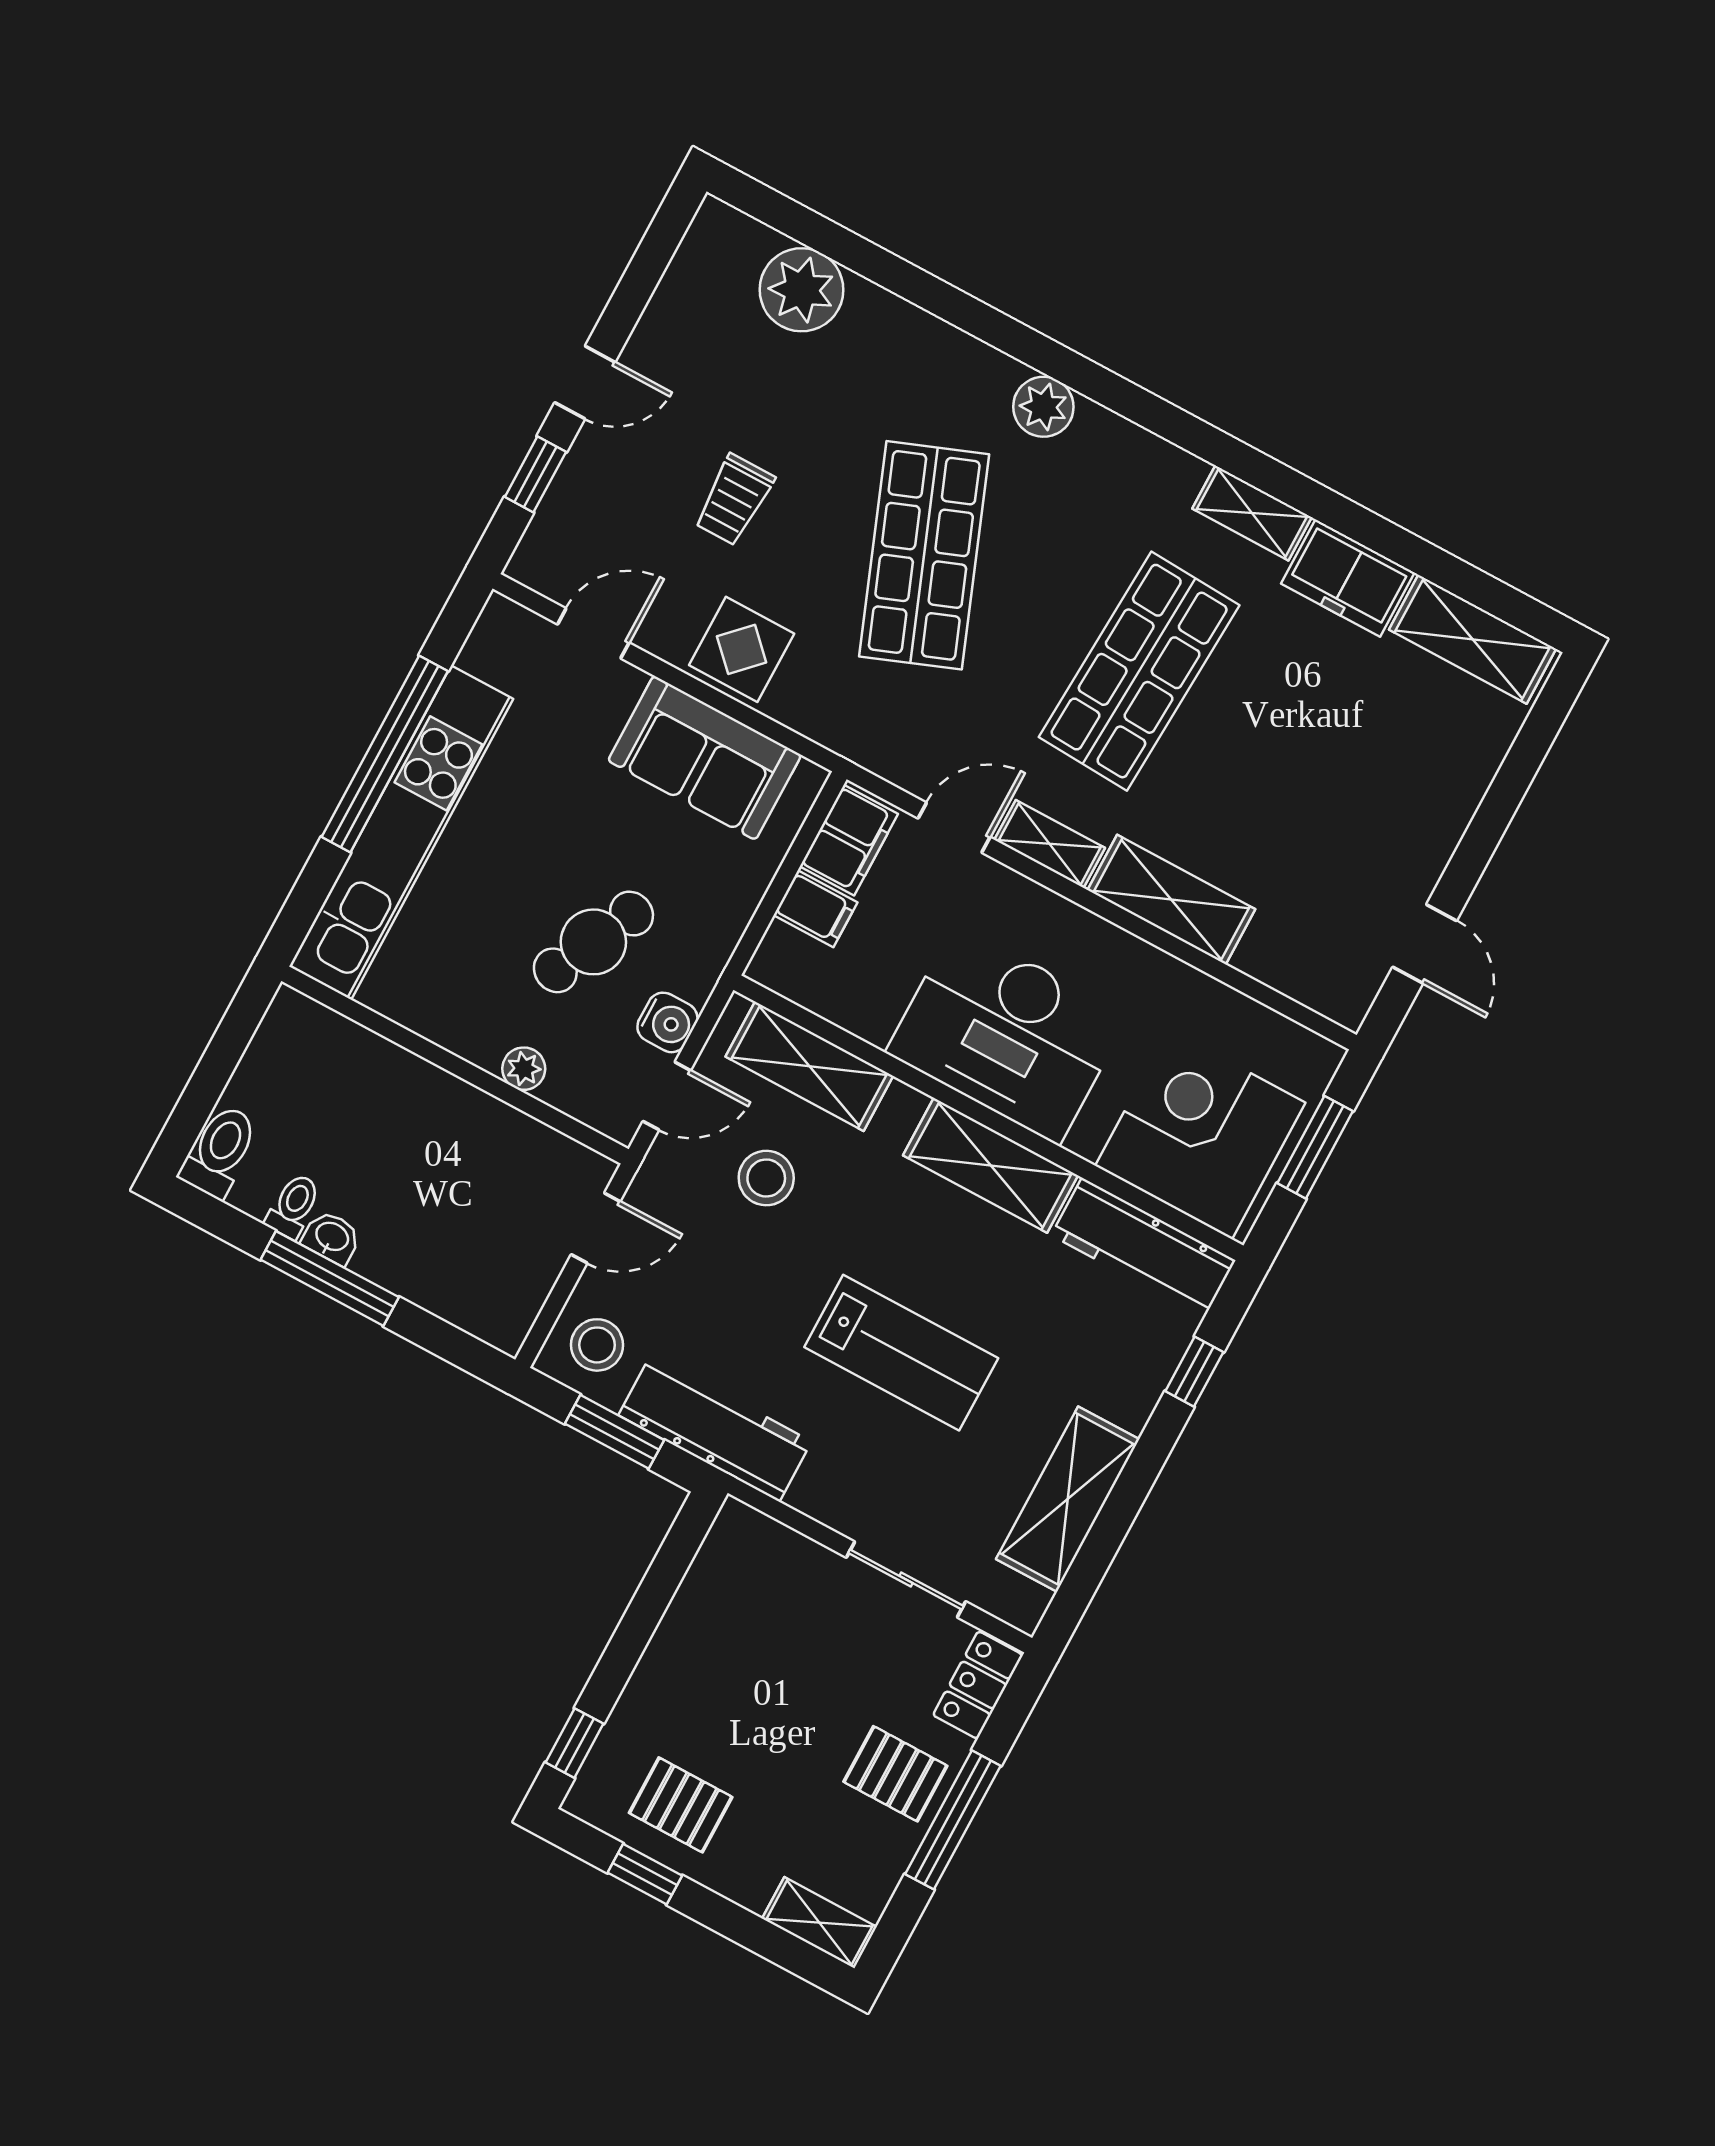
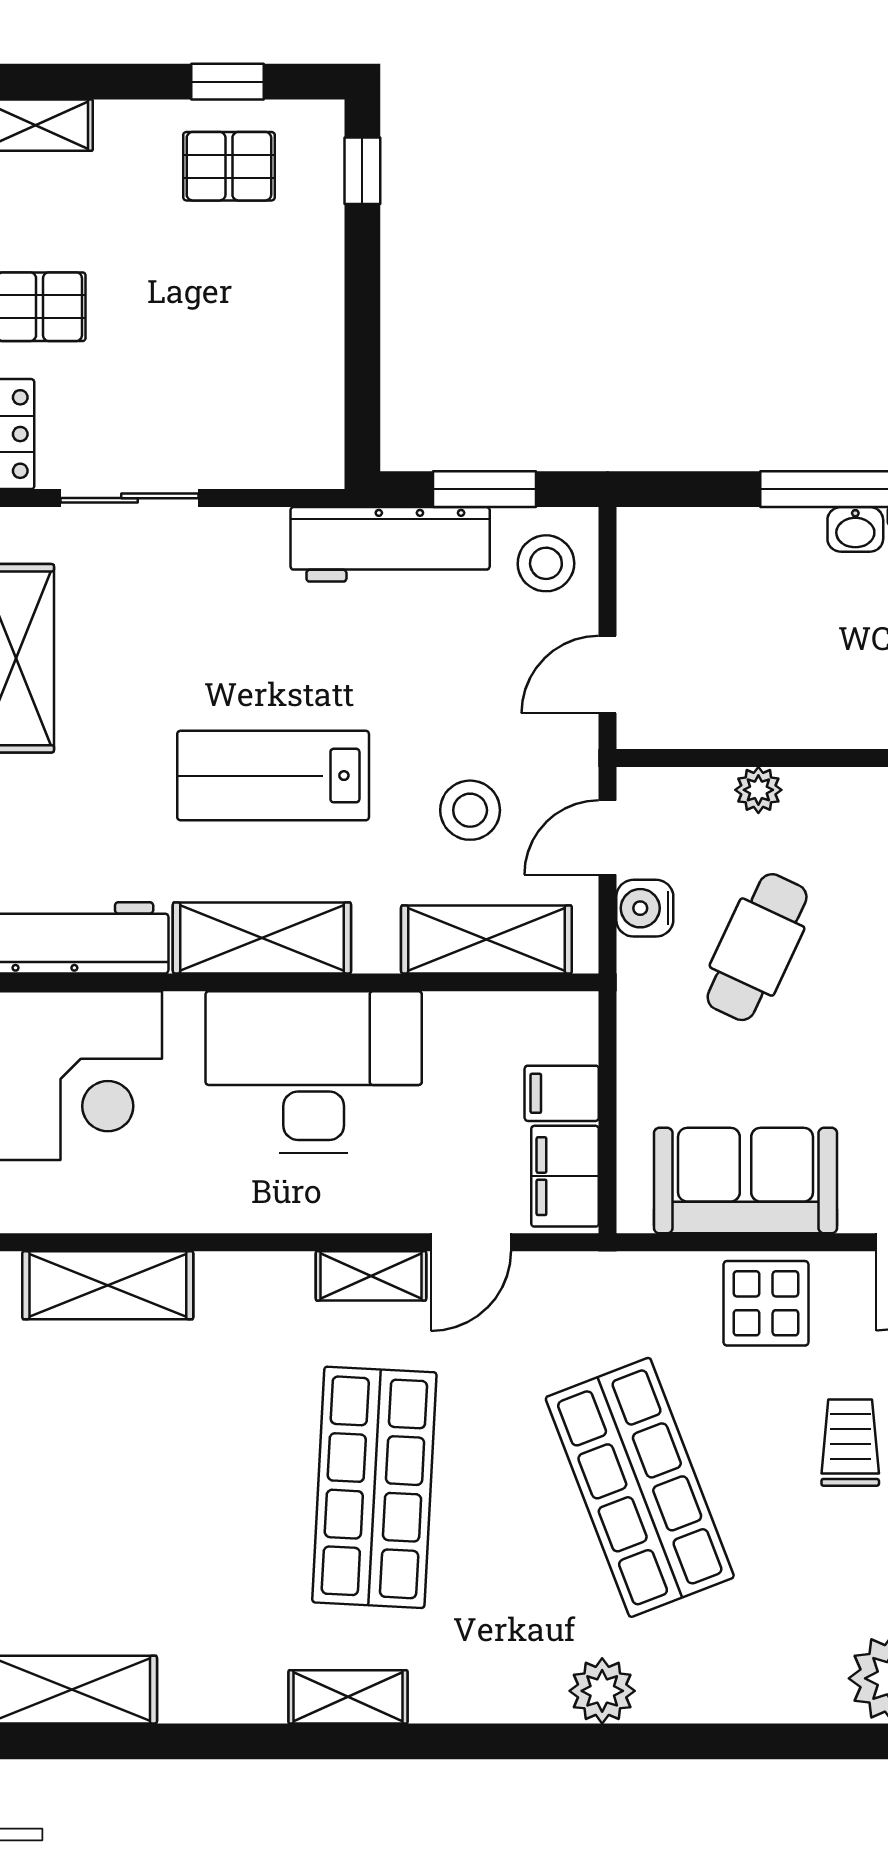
freezer: (1348, 578) -> (223, 1684), removed
shelving: (1171, 900) -> (108, 1285), moved
lab bench: (901, 1353) -> (273, 776), moved

